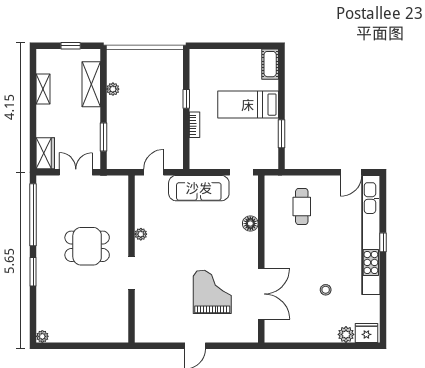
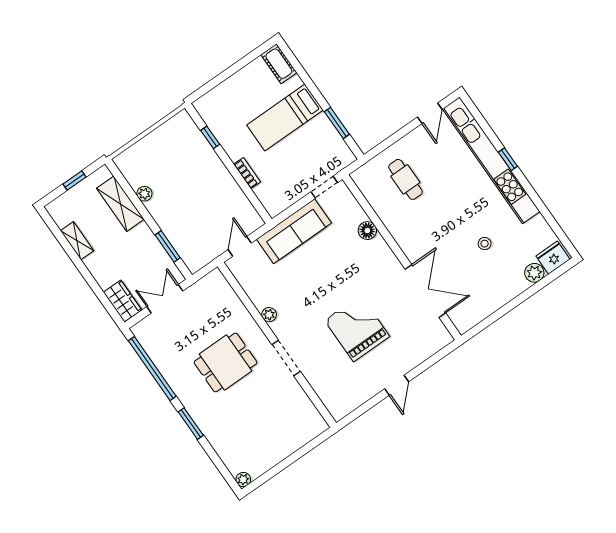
window: (186, 99) -> (210, 137), moved
grand piano: (212, 292) -> (357, 328), moved

